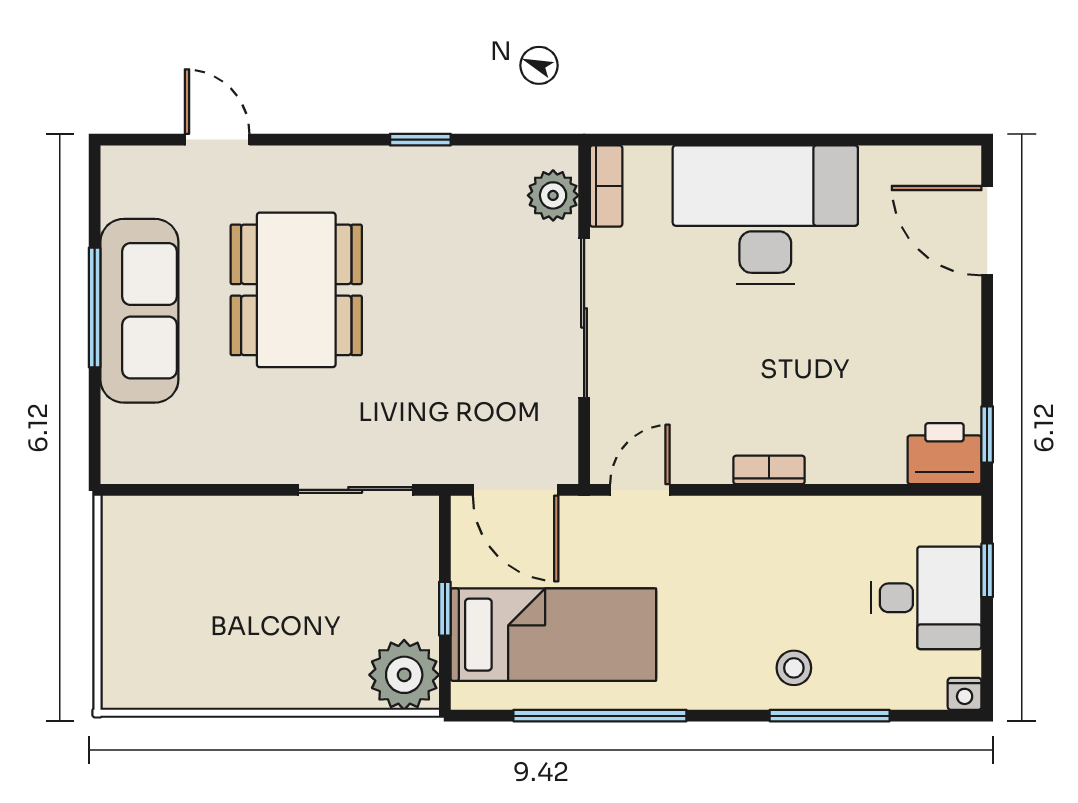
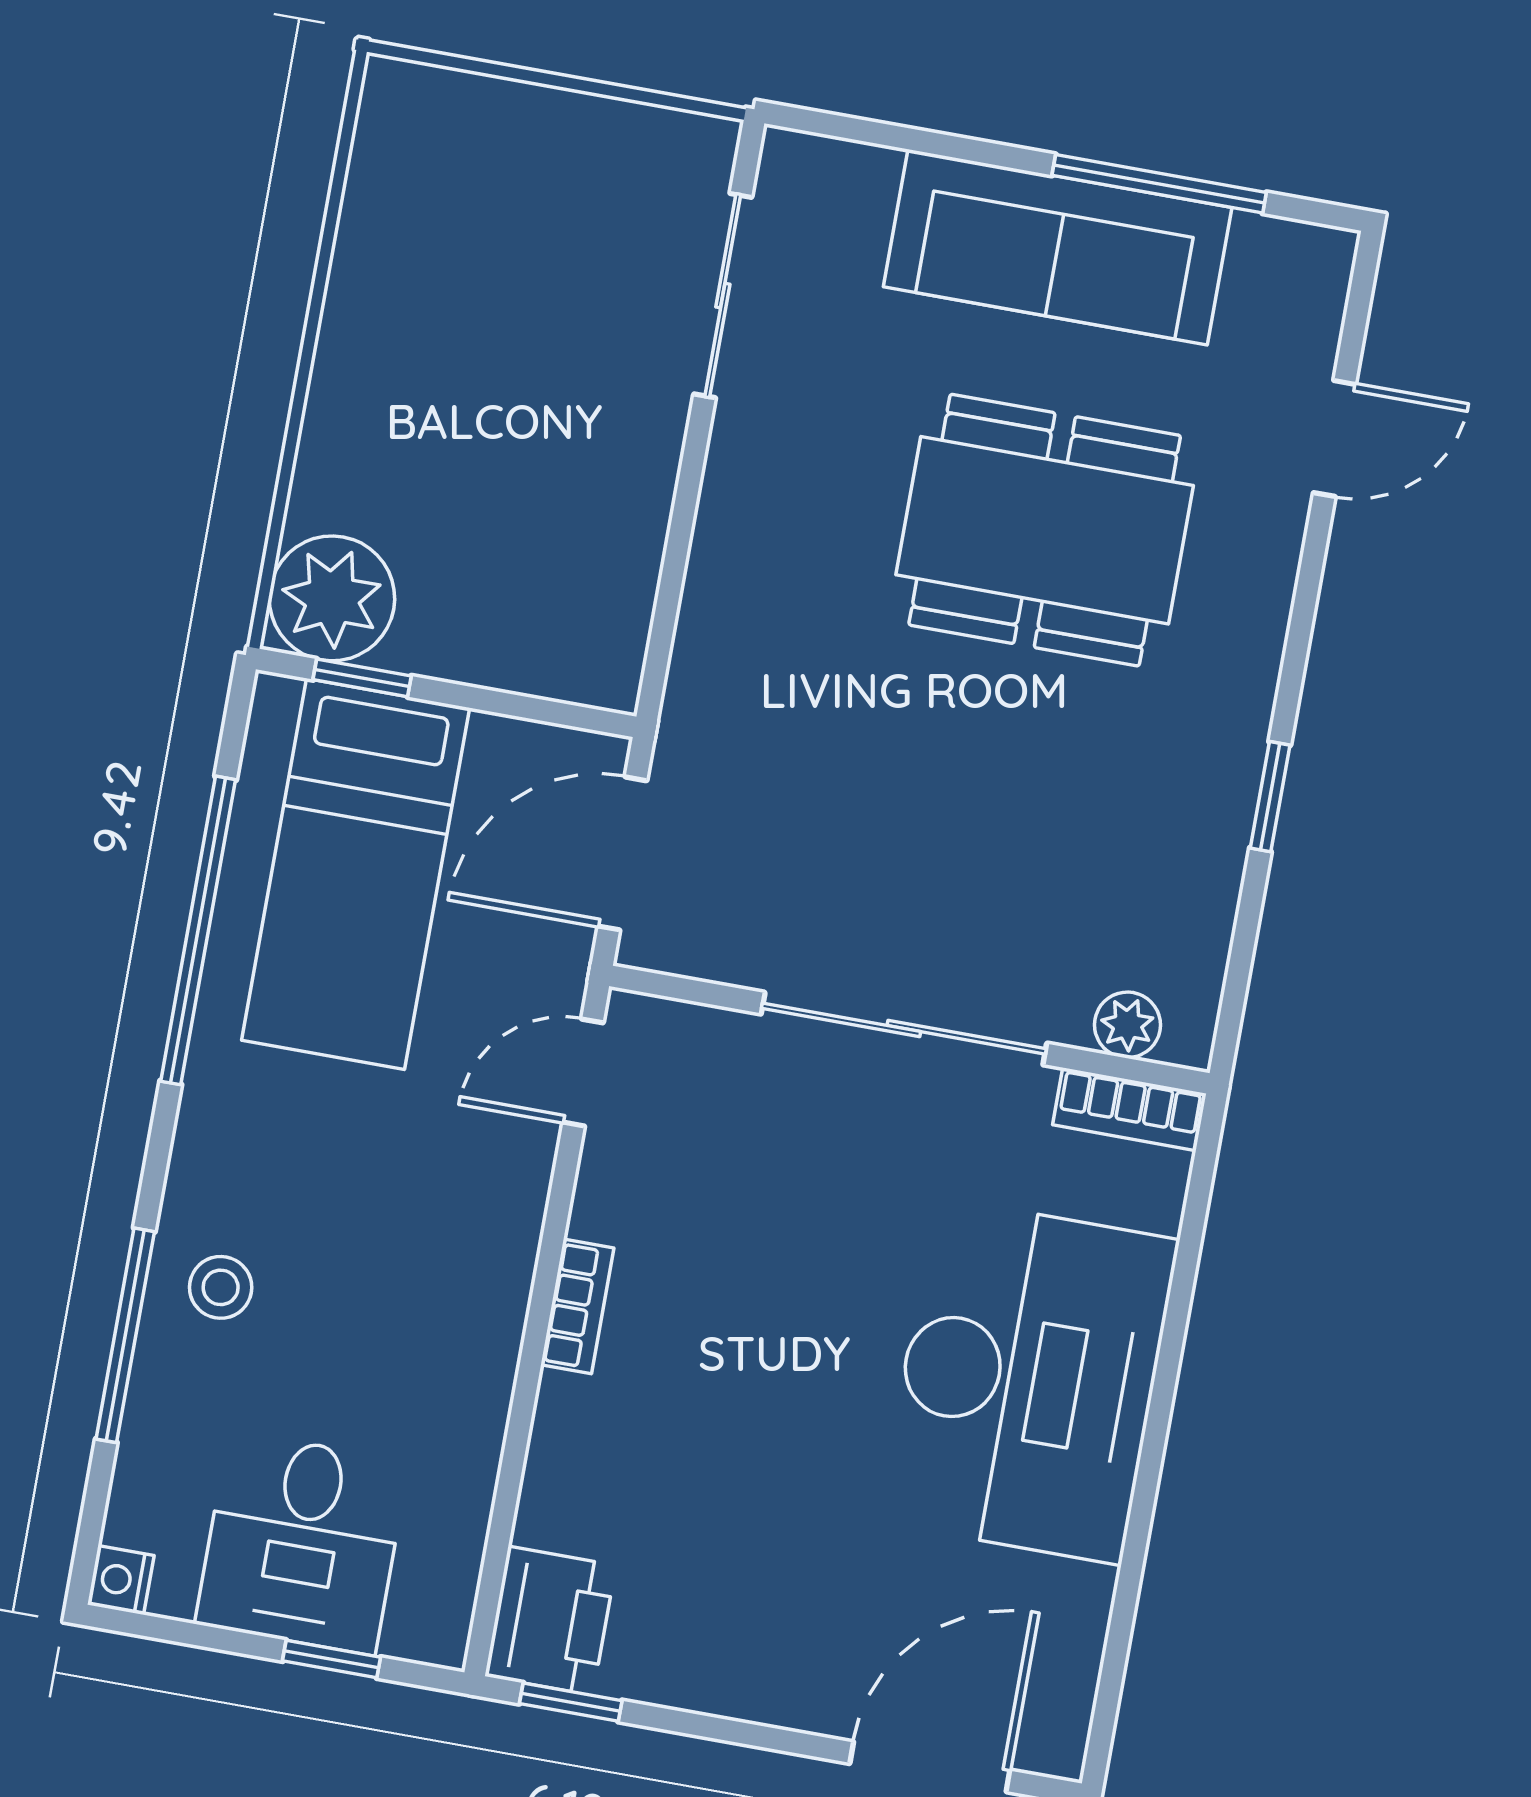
plant: (553, 195) -> (1127, 1025), width x0.73, depth x0.73
window: (95, 308) -> (1159, 184), moved
sliding door: (355, 490) -> (723, 296), moved
door: (640, 490) -> (583, 1073), swing flipped
window: (445, 609) -> (362, 678), moved

